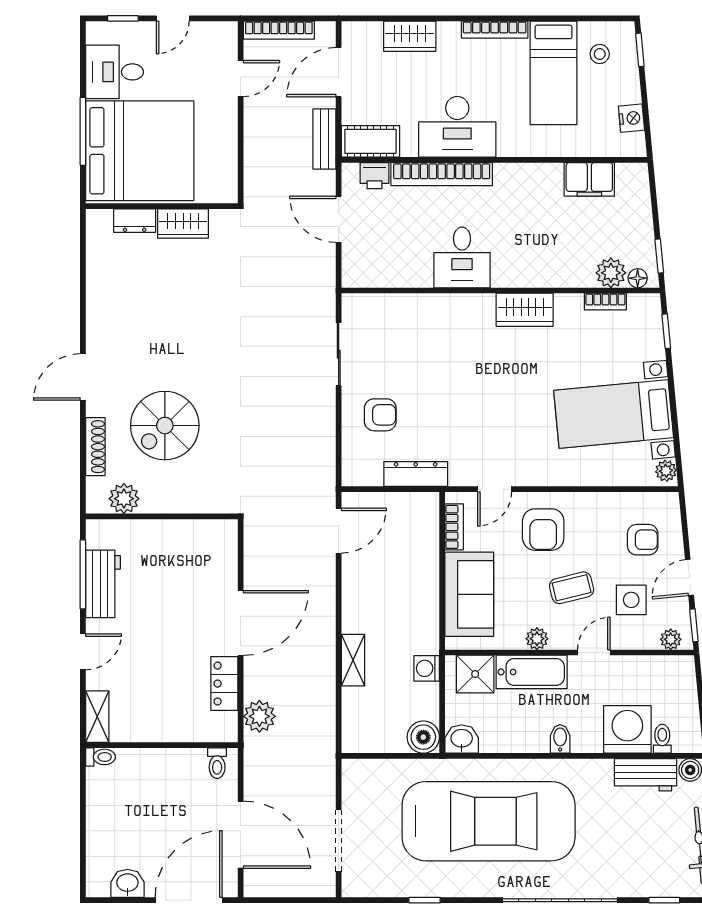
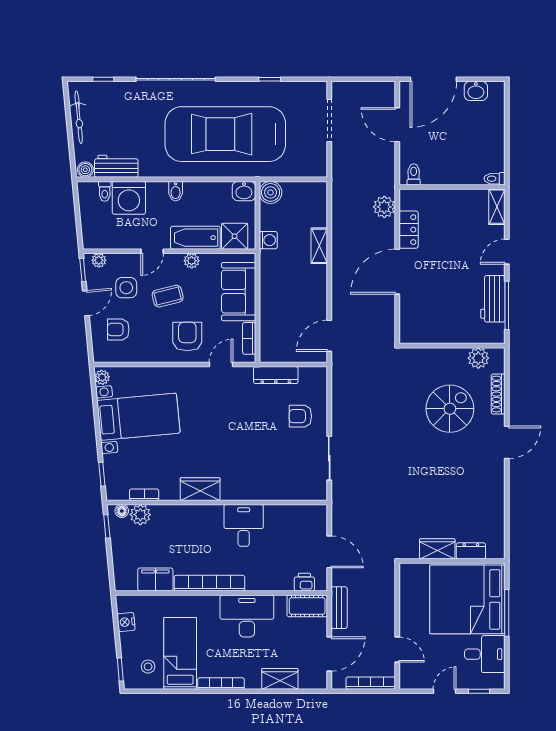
door: (241, 79) -> (397, 650), swing flipped
bookcase: (442, 174) -> (209, 583), moved
door: (241, 835) -> (397, 125), width x0.73

